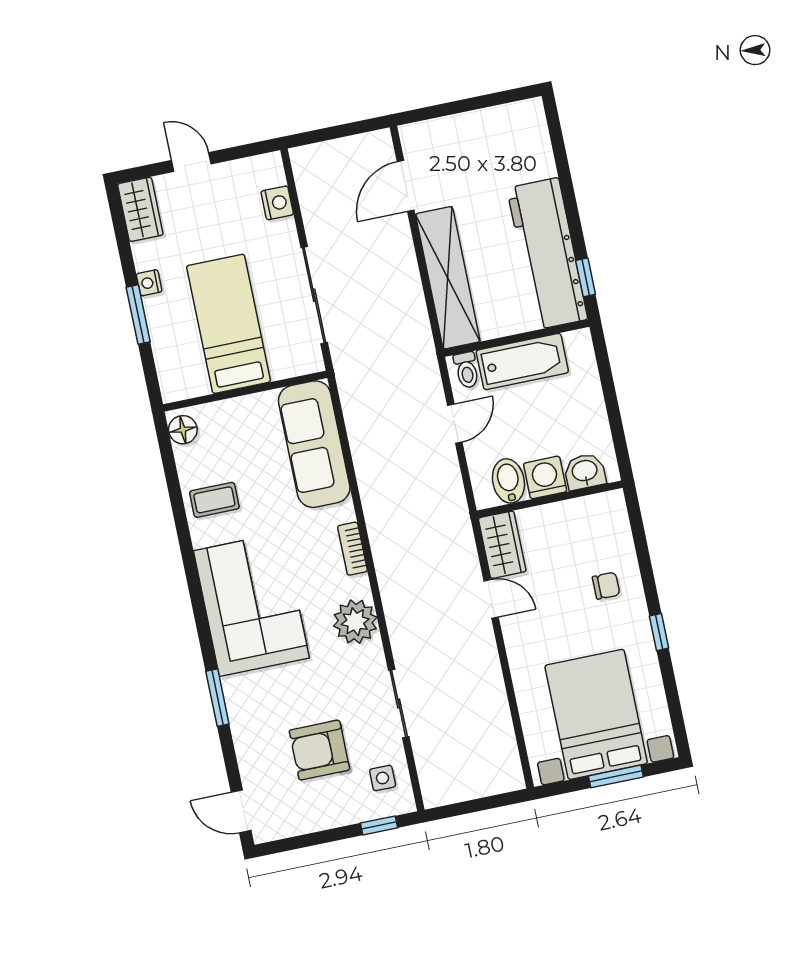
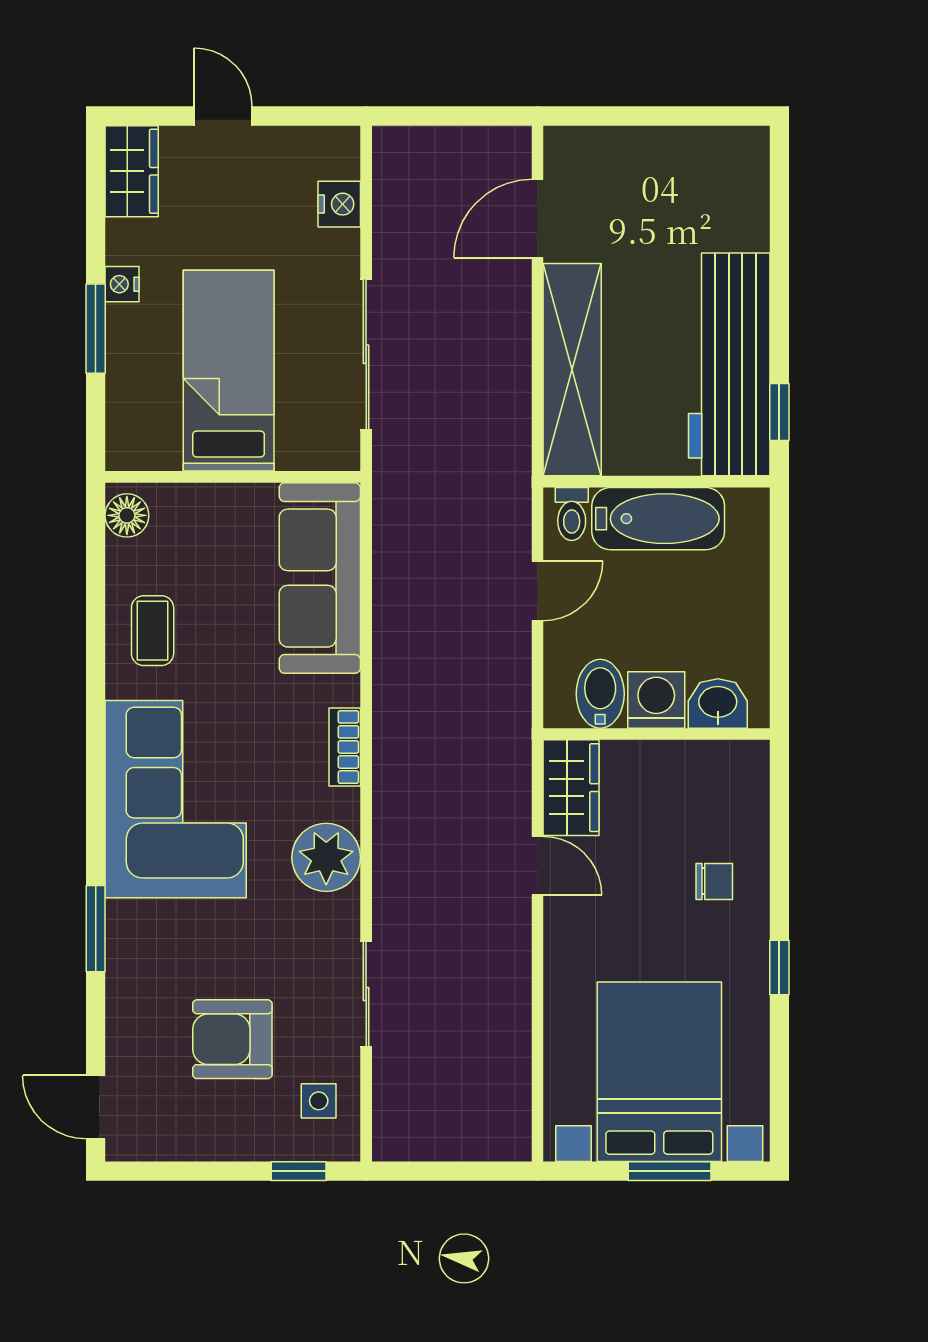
coffee table: (214, 500) -> (153, 631), turned 90

